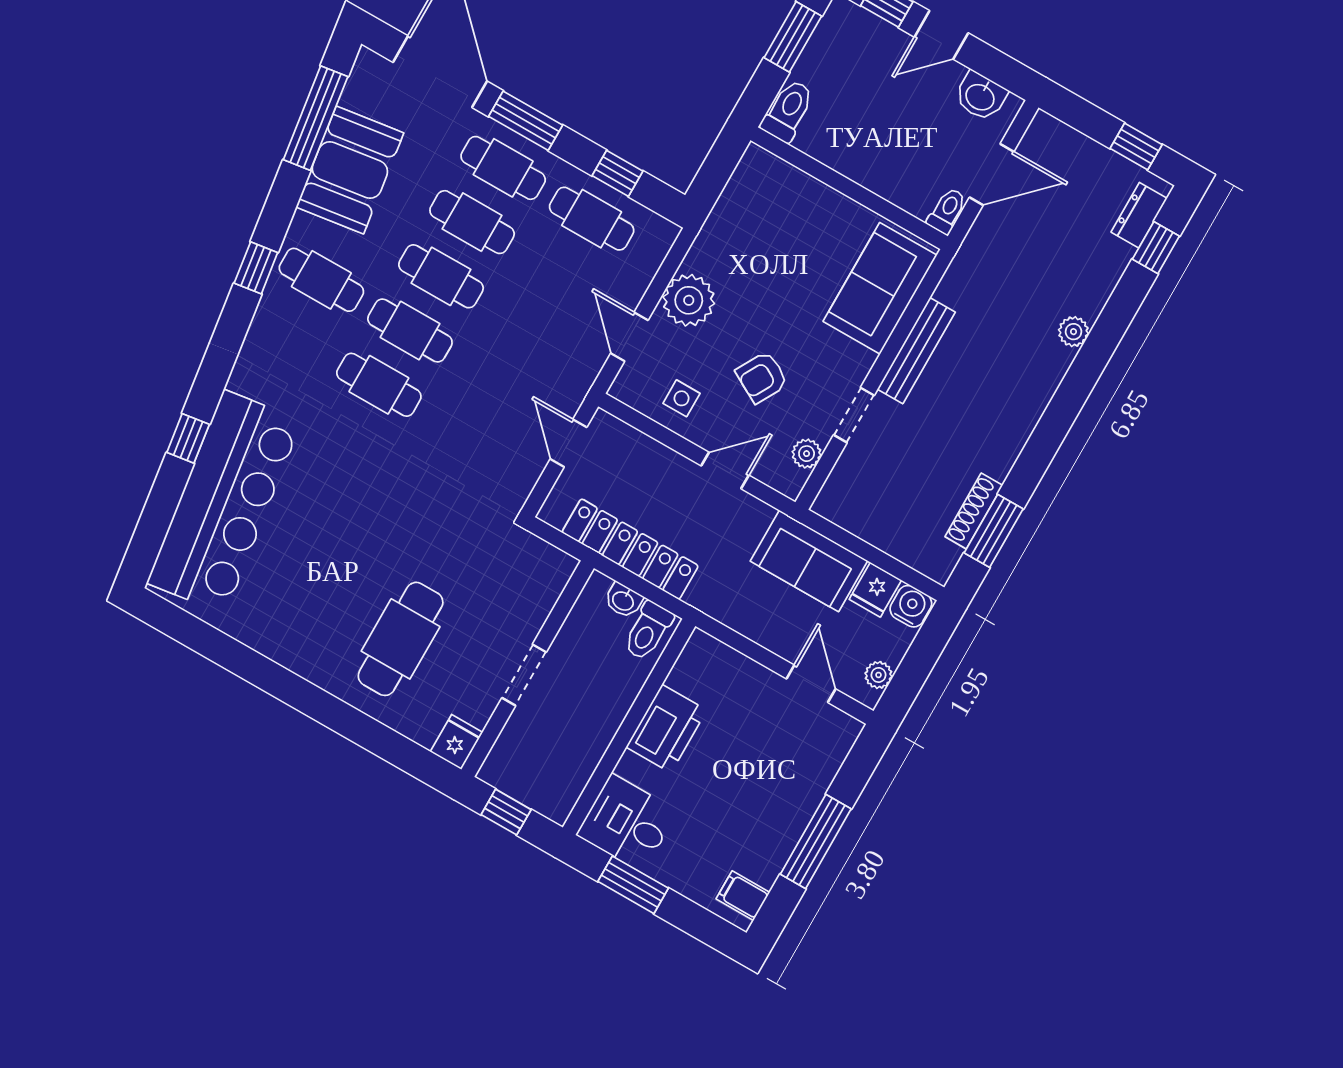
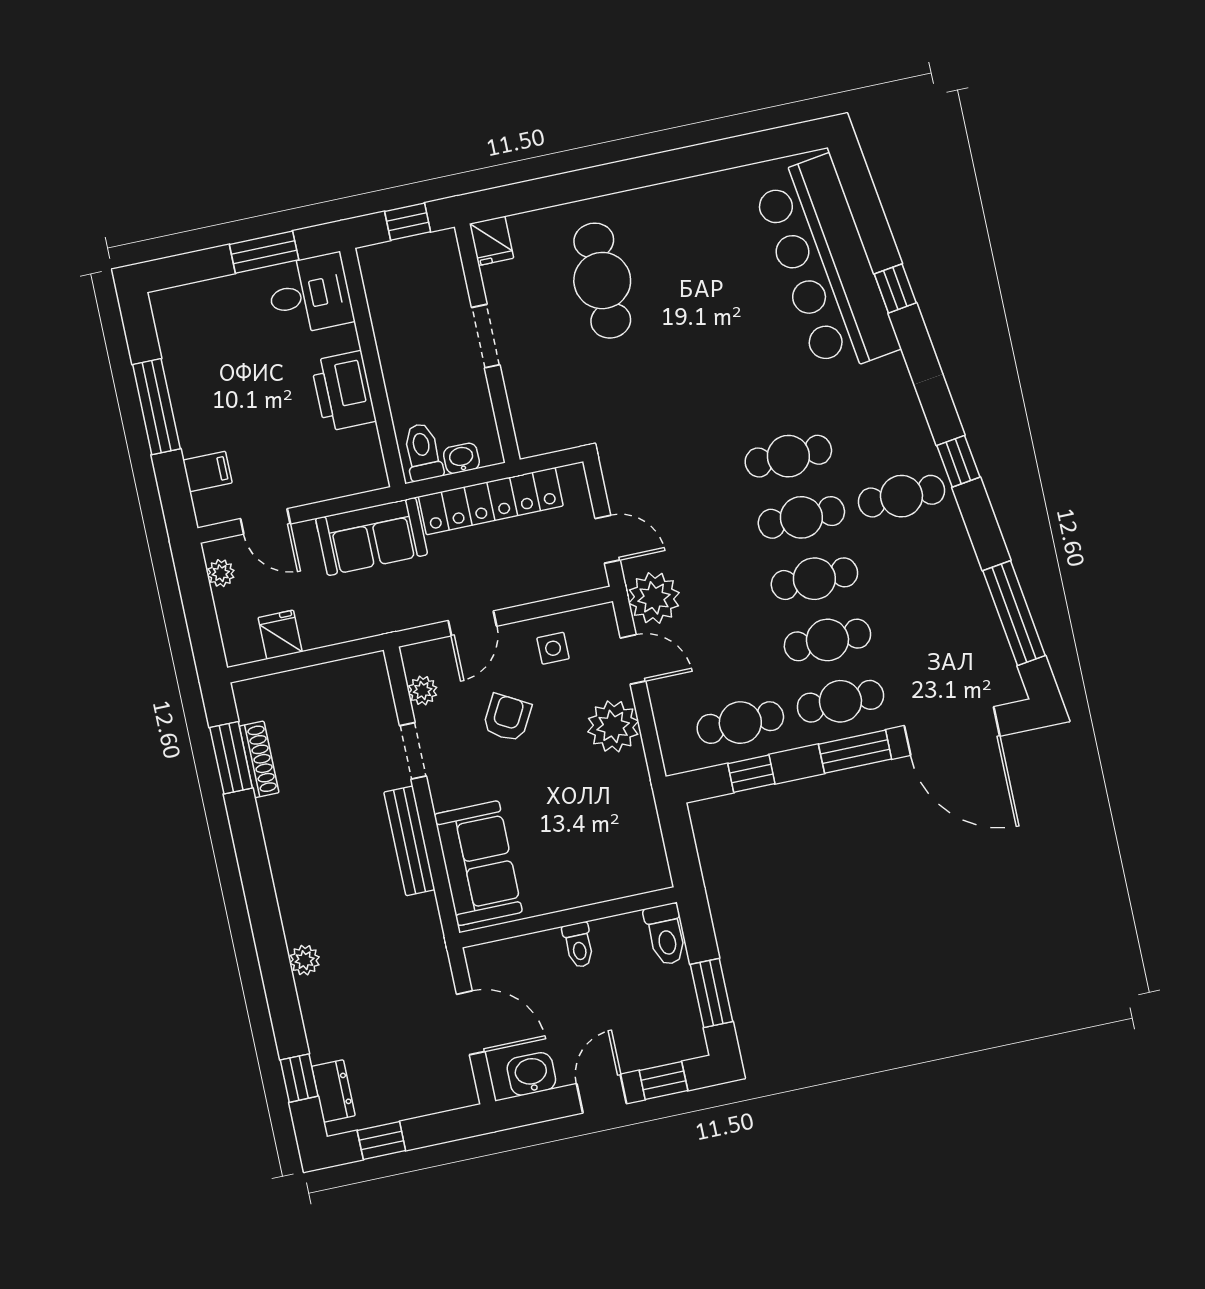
booth: (350, 170) -> (954, 597), removed
door: (992, 175) -> (471, 1023), swing flipped
toilet: (947, 211) -> (578, 945), moved
plant: (573, 369) -> (654, 598), added
sofa: (809, 561) -> (372, 536), moved, turned 180
water cooler: (911, 606) -> (243, 646), removed
filing cabinet: (743, 896) -> (207, 472), moved

